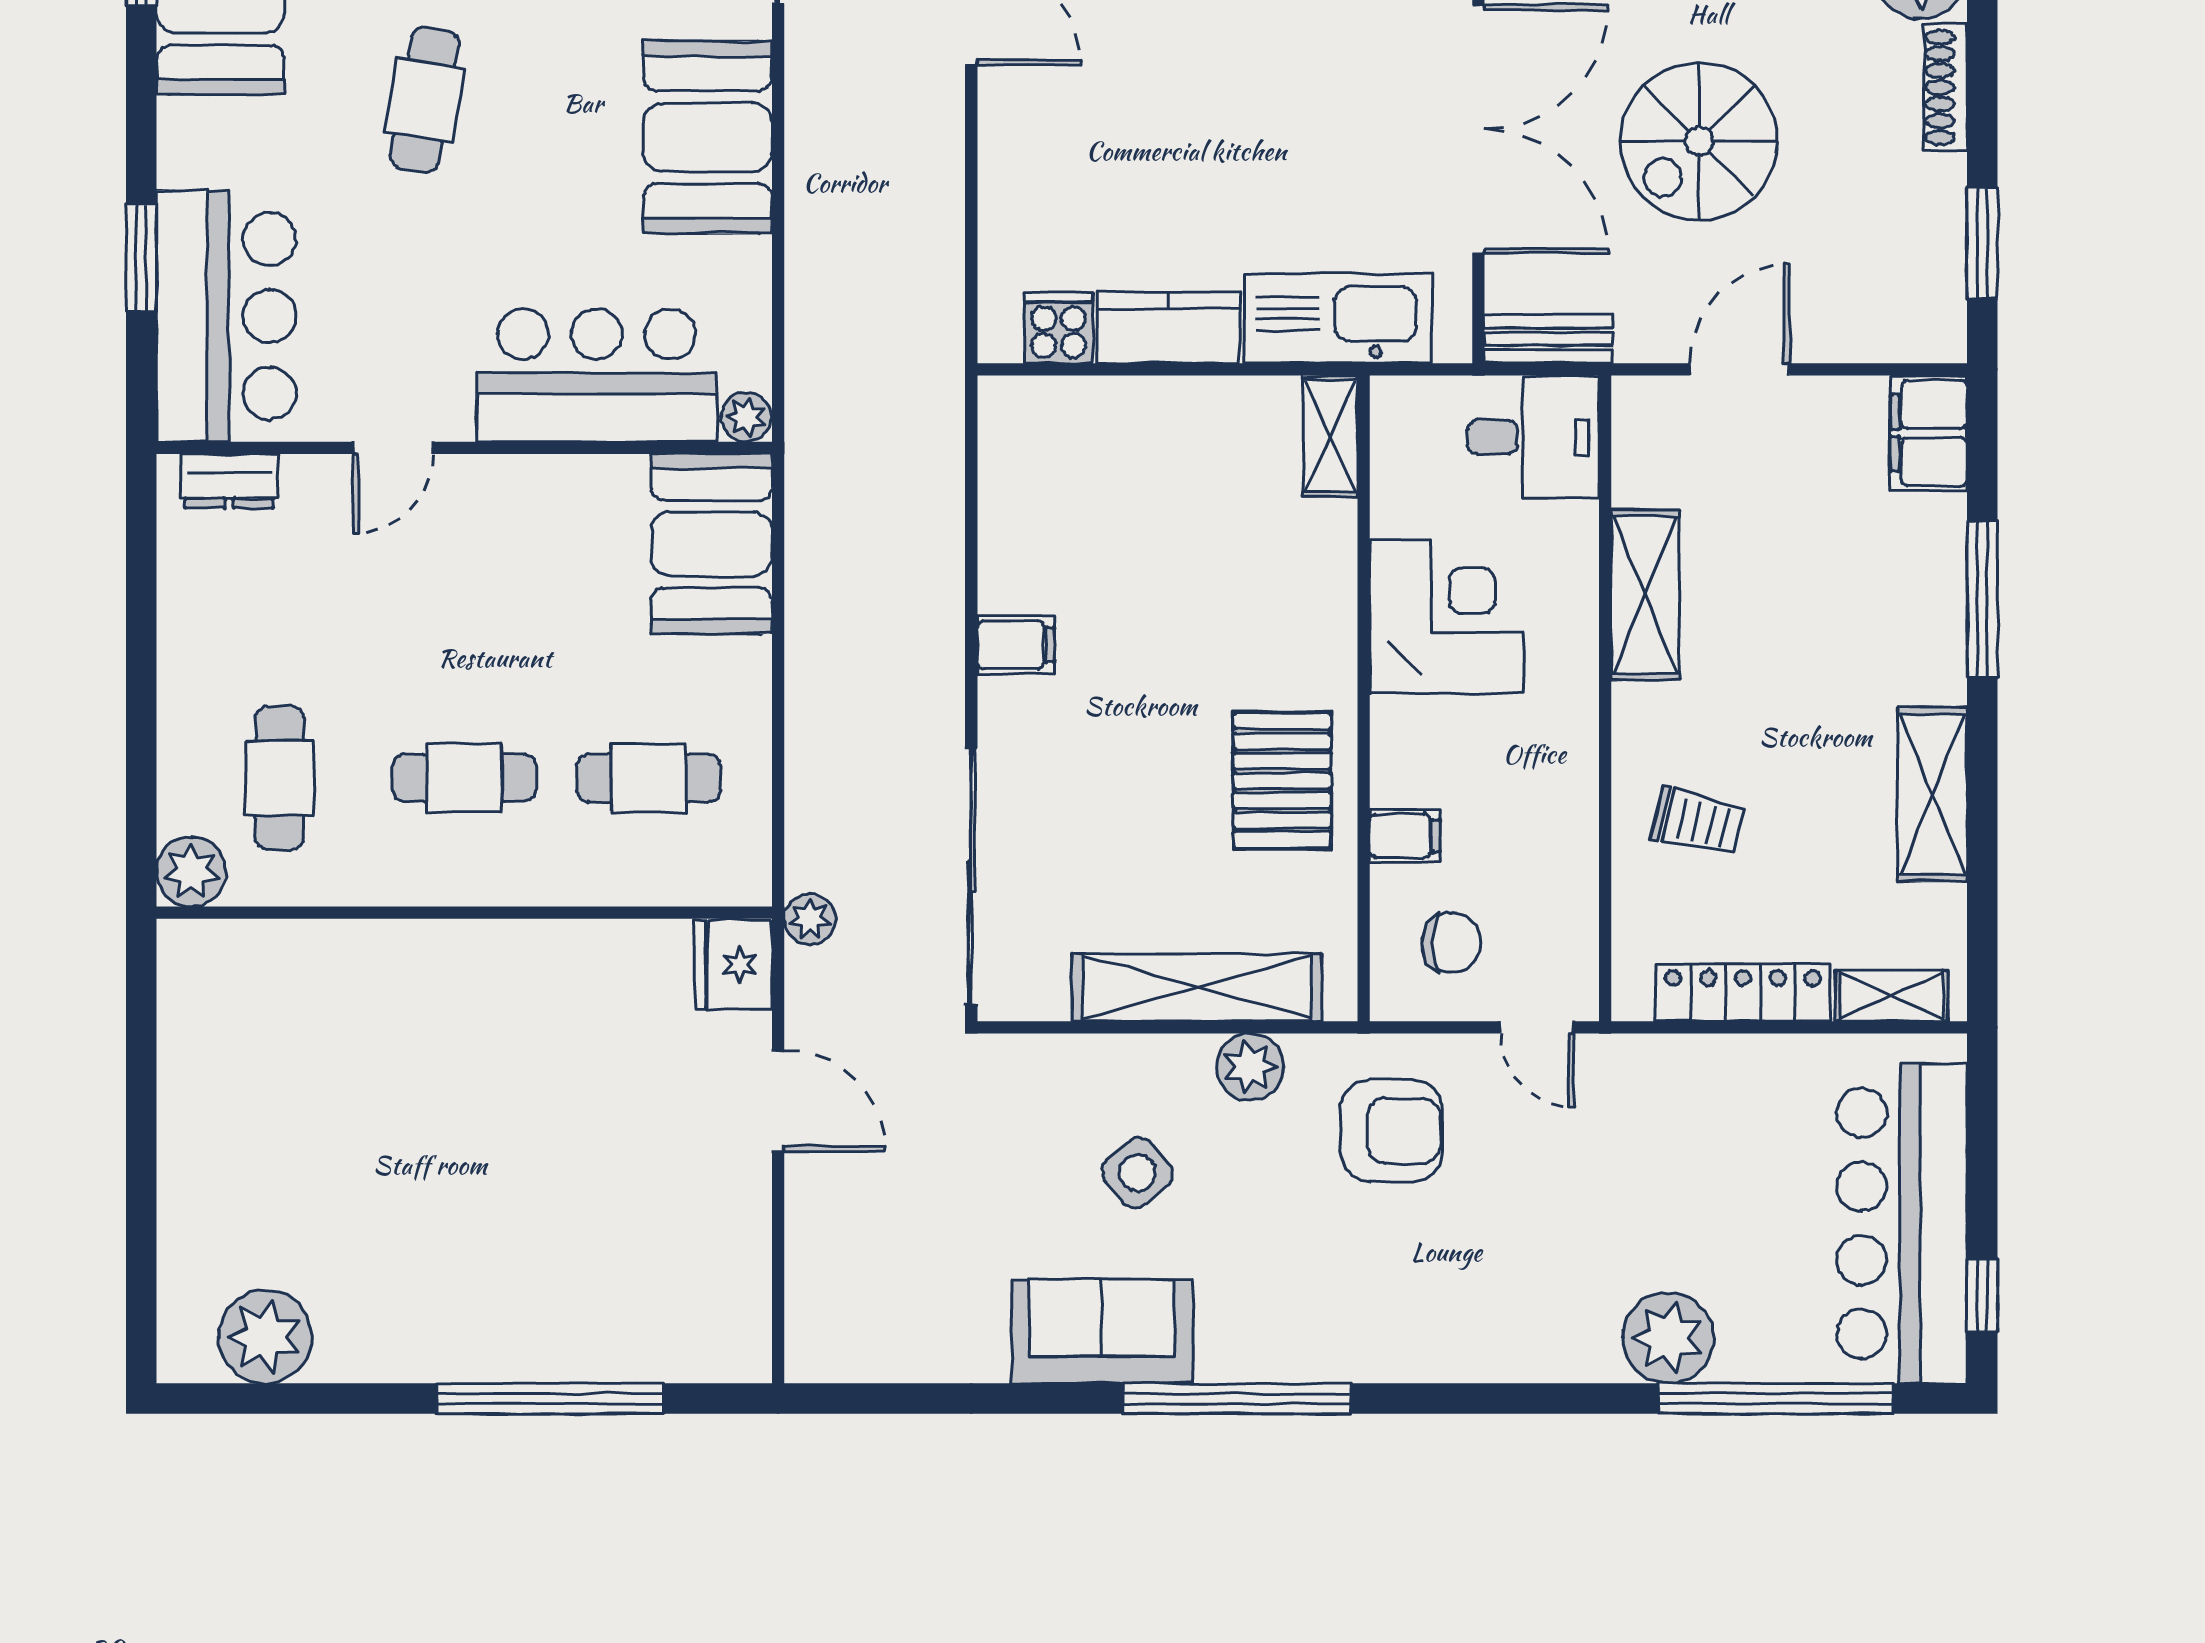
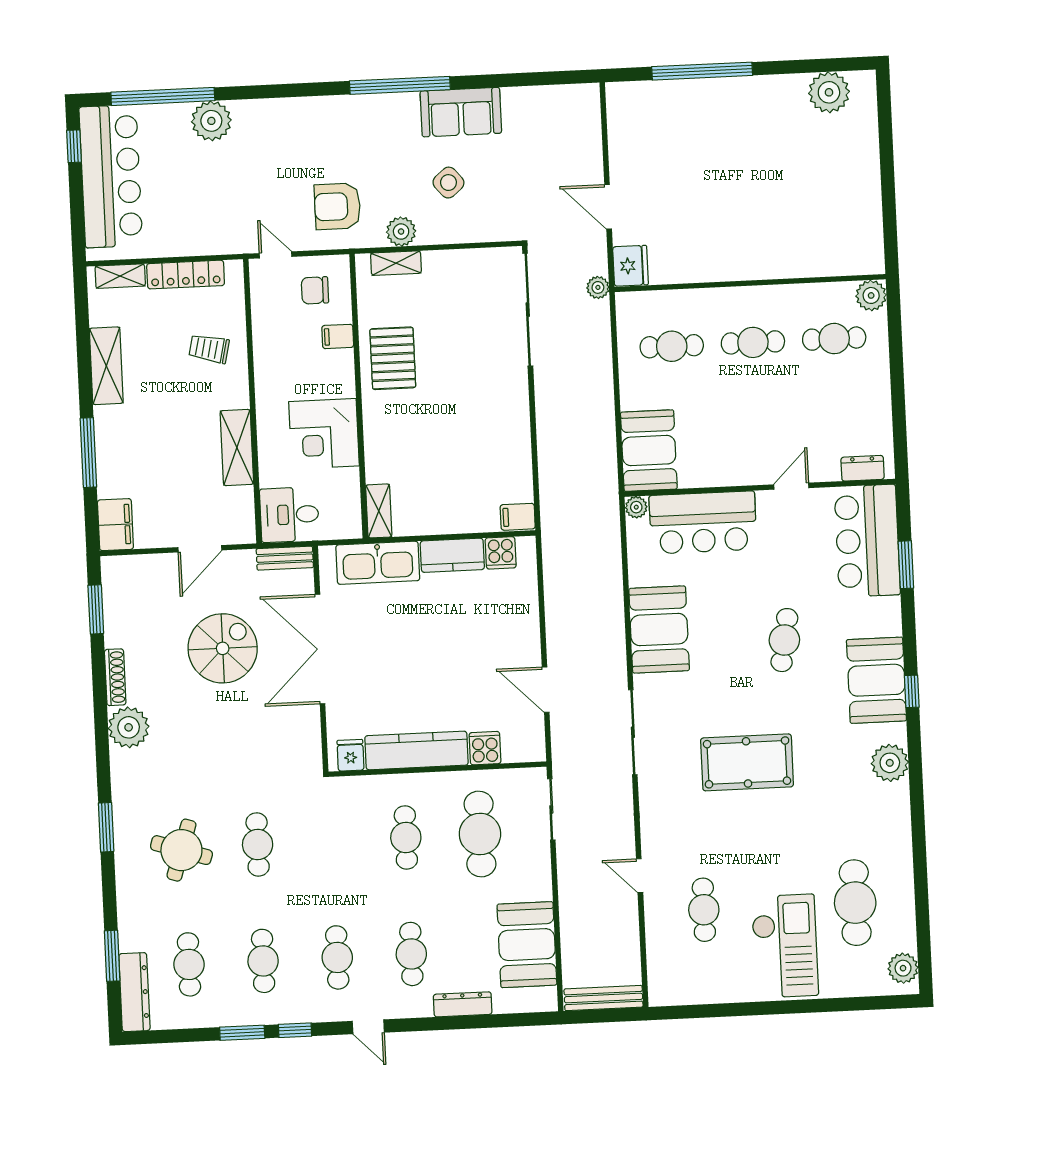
filing cabinet: (1016, 645) -> (518, 517), moved
cafe table: (280, 778) -> (834, 339), turned 90
shelving: (1197, 987) -> (396, 263), width x0.45, depth x0.75

